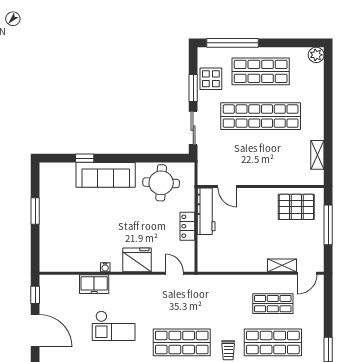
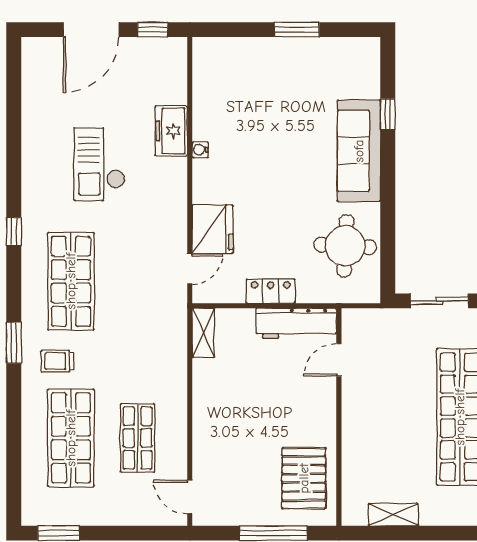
fridge: (137, 260) -> (213, 229), moved
shelving: (282, 265) -> (203, 333), moved

